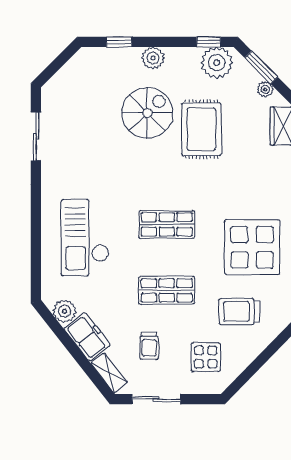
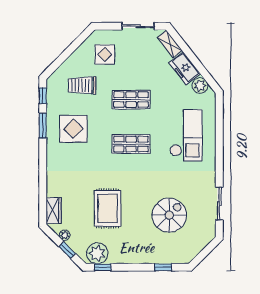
plant: (153, 58) -> (140, 256), removed
window: (261, 67) -> (67, 250), width x0.67
spiral stairs: (147, 113) -> (169, 215), moved, turned 180
display table: (252, 247) -> (73, 129), width x0.73, depth x0.73
trolley: (239, 311) -> (82, 85), turned 180
trolley: (149, 346) -> (143, 62), removed

